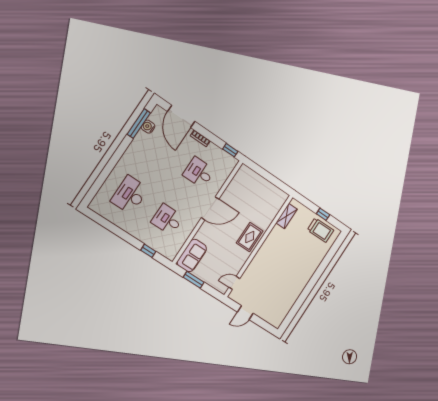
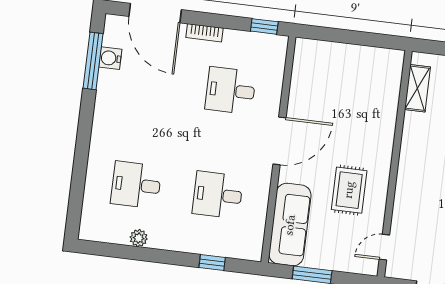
desk: (130, 195) -> (136, 185), width x0.73
plant: (118, 221) -> (139, 238), added
rug: (250, 237) -> (349, 190), moved
sofa: (192, 255) -> (290, 225), width x1.36

